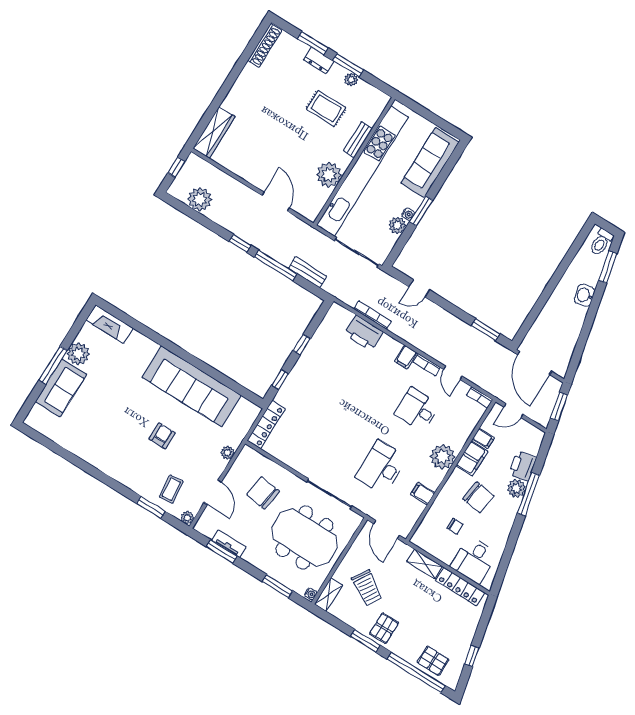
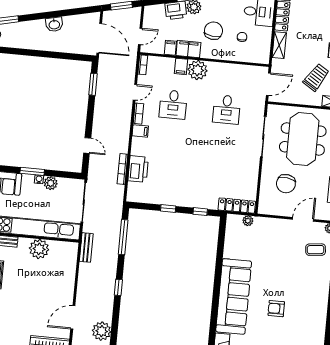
door: (276, 202) -> (73, 317), moved
window: (276, 266) -> (123, 237), moved
bench: (307, 272) -> (86, 247), moved
washbasin: (584, 295) -> (54, 24), moved
door: (535, 363) -> (99, 38), hinge flipped
sofa: (192, 386) -> (234, 296), moved
door: (513, 411) -> (140, 36), hinge flipped
armchair: (162, 436) -> (276, 309), moved
plant: (228, 453) -> (248, 221), moved
desk: (381, 467) -> (227, 109), width x0.73
filing cabinet: (423, 493) -> (181, 66), moved

